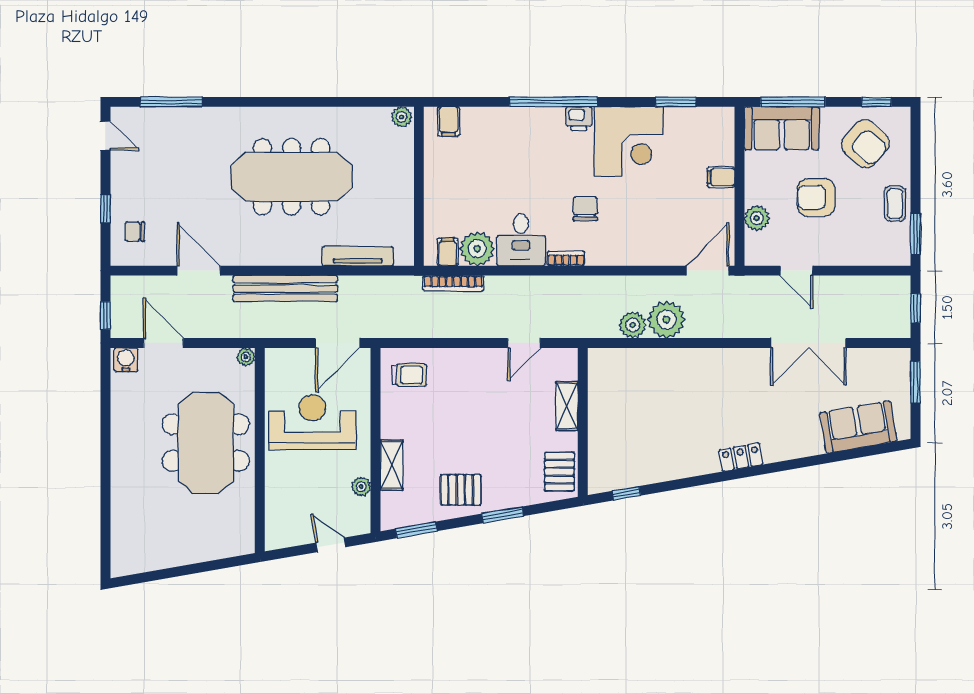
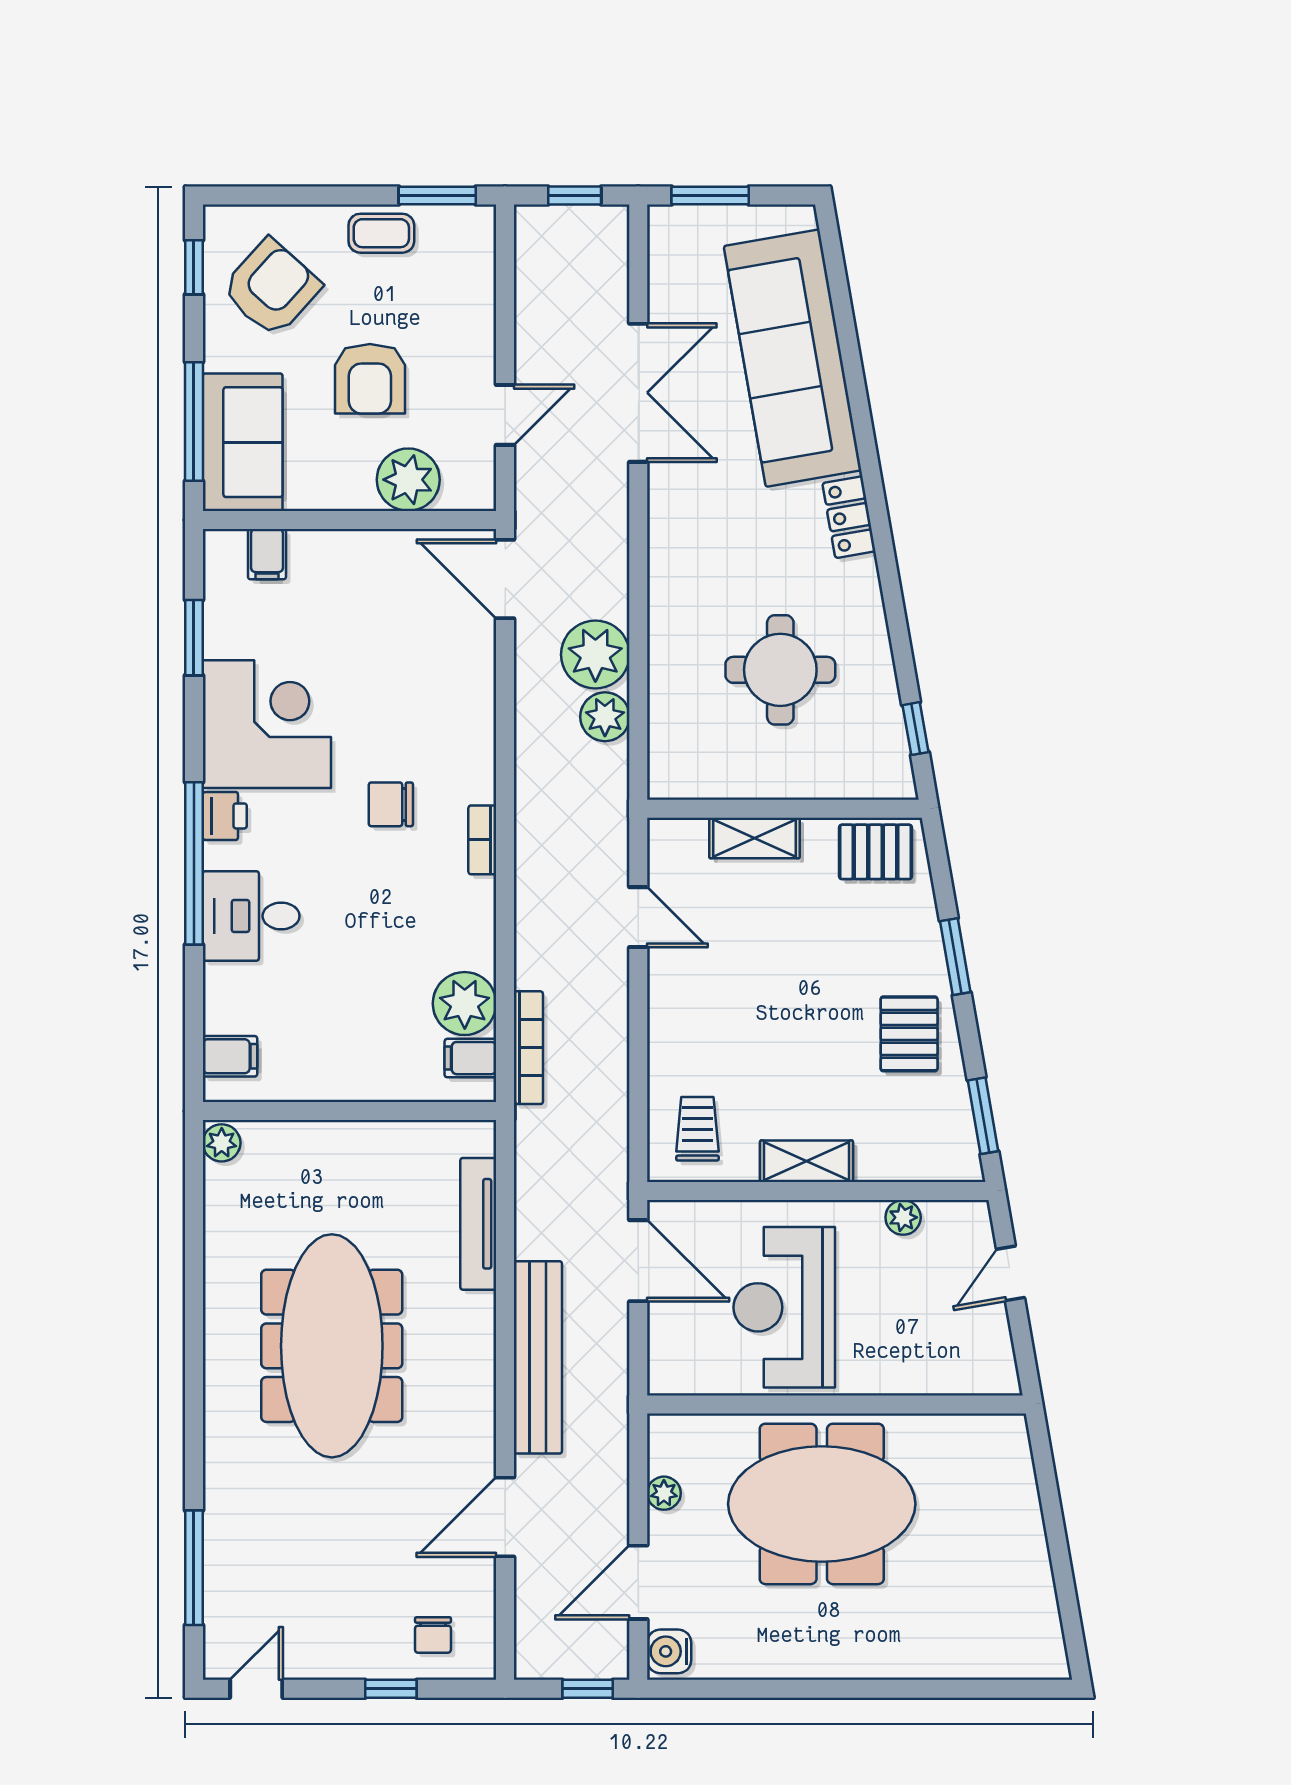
filing cabinet: (721, 177) -> (267, 554), moved
plant: (757, 218) -> (408, 480), width x1.36, depth x1.36
desk: (521, 240) -> (251, 916), moved, turned 180
plant: (246, 357) -> (664, 1493), moved
round table: (658, 420) -> (780, 670), added
sofa: (858, 427) -> (793, 358), width x1.85, depth x1.27
shelving: (392, 465) -> (807, 1161), moved

